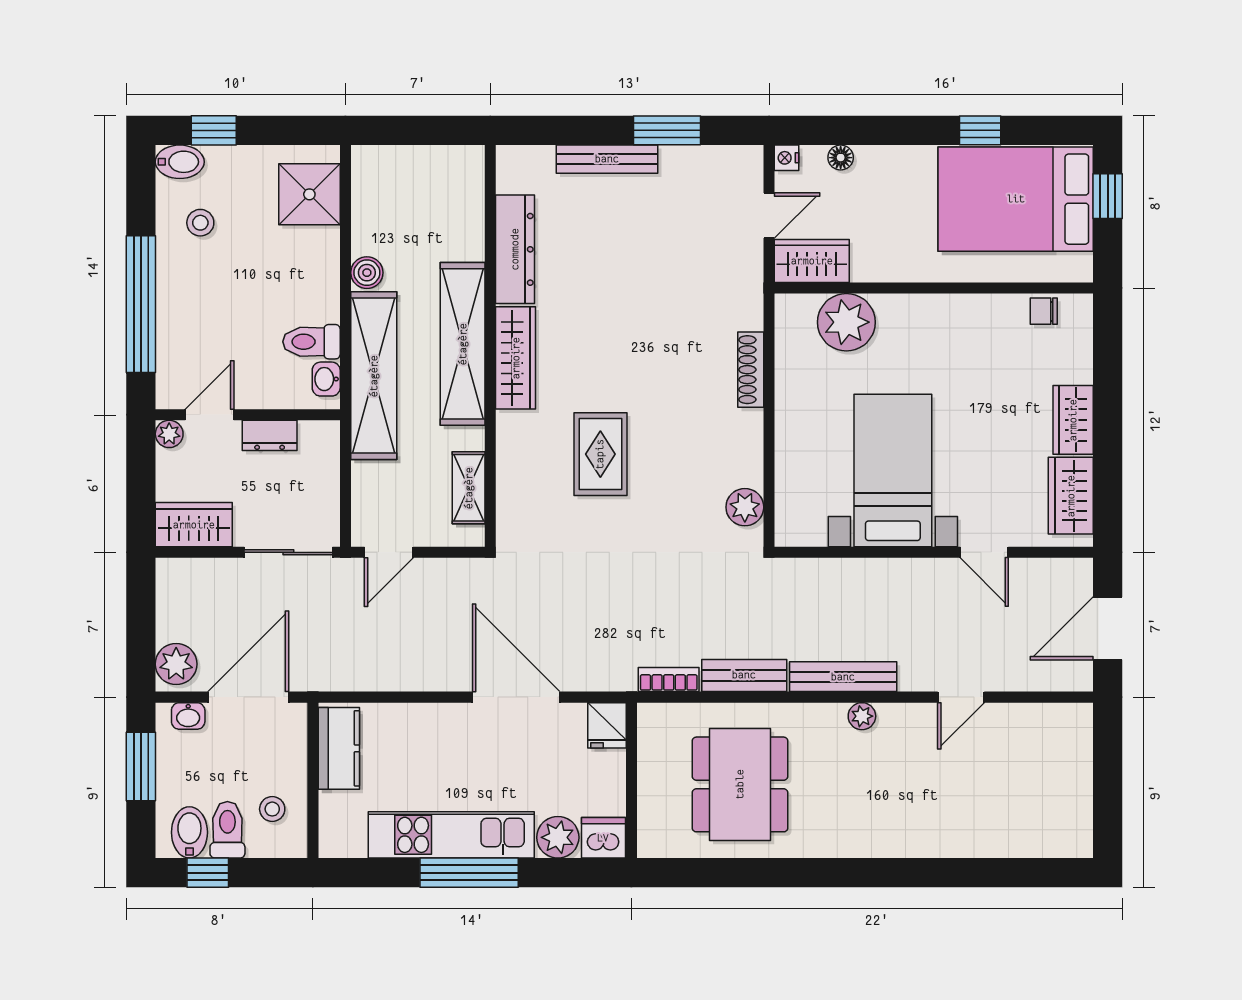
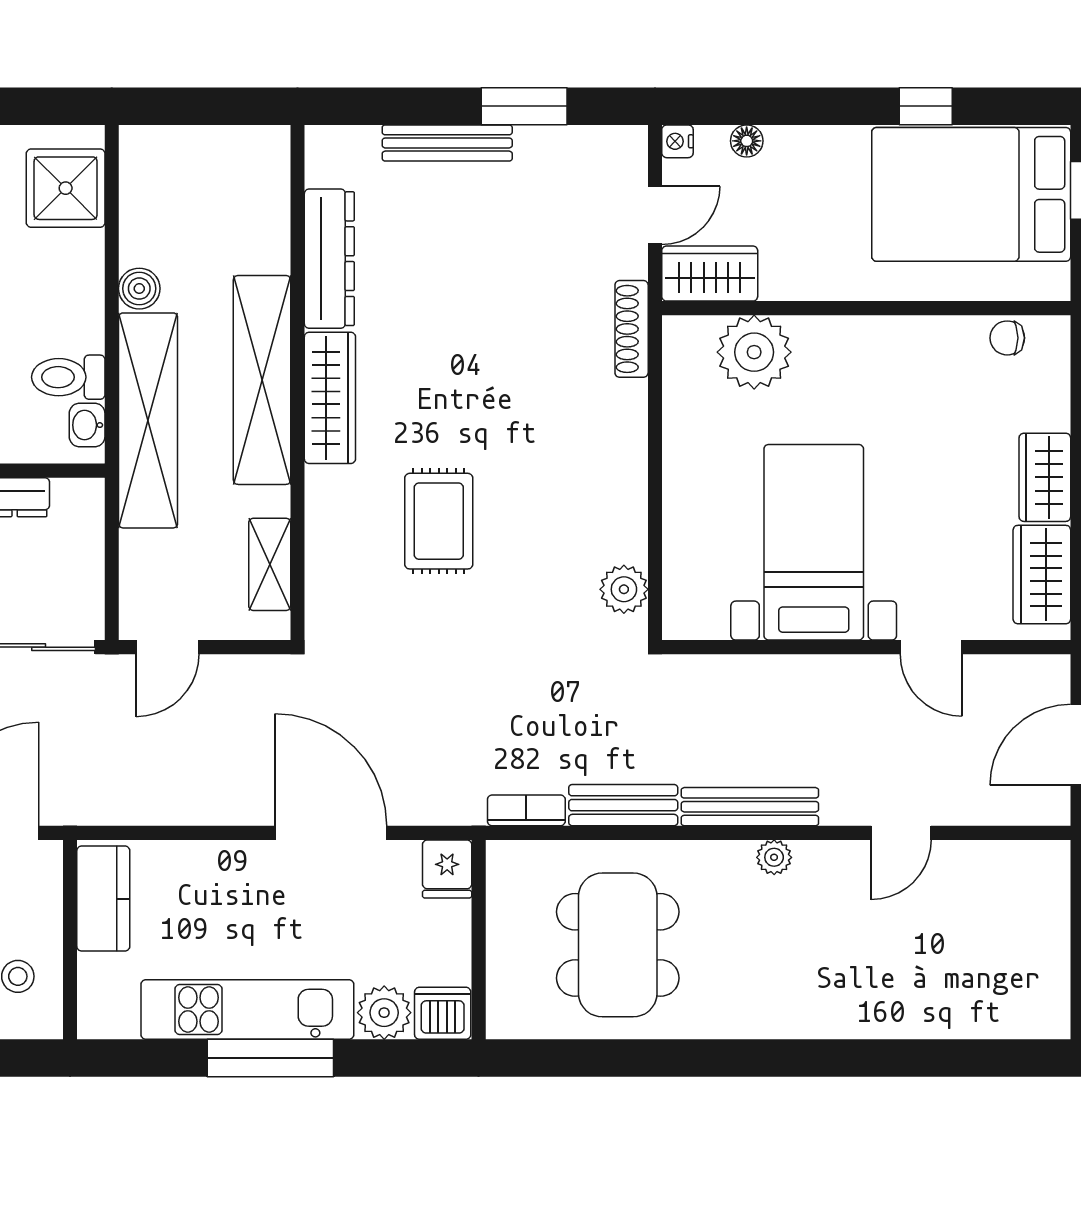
shoe rack: (751, 370) -> (632, 329), moved

